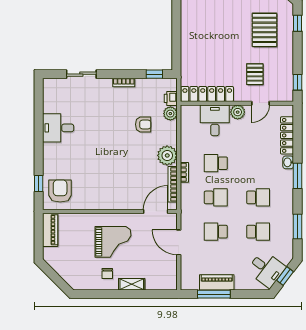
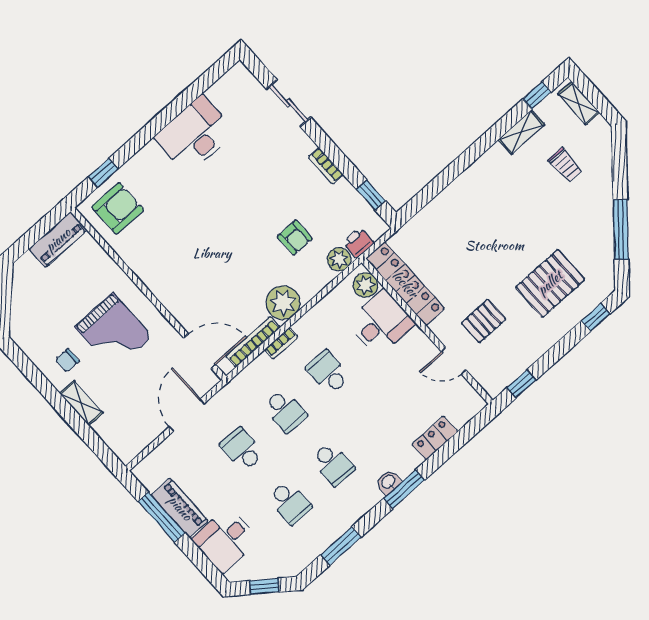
plant: (238, 112) -> (365, 285), moved
desk: (58, 128) -> (195, 135), width x1.37
locker: (287, 135) -> (435, 438), width x0.66
washbasin: (288, 162) -> (388, 482), moved
desk: (266, 269) -> (225, 540), moved, turned 53

